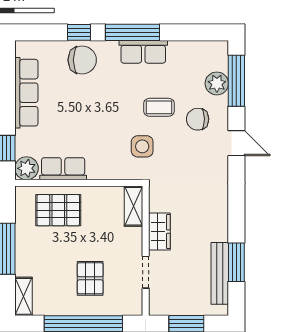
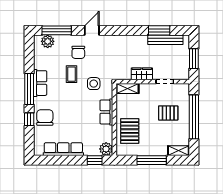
plant: (217, 83) -> (48, 41), moved
row of seats: (63, 169) -> (106, 112), moved

